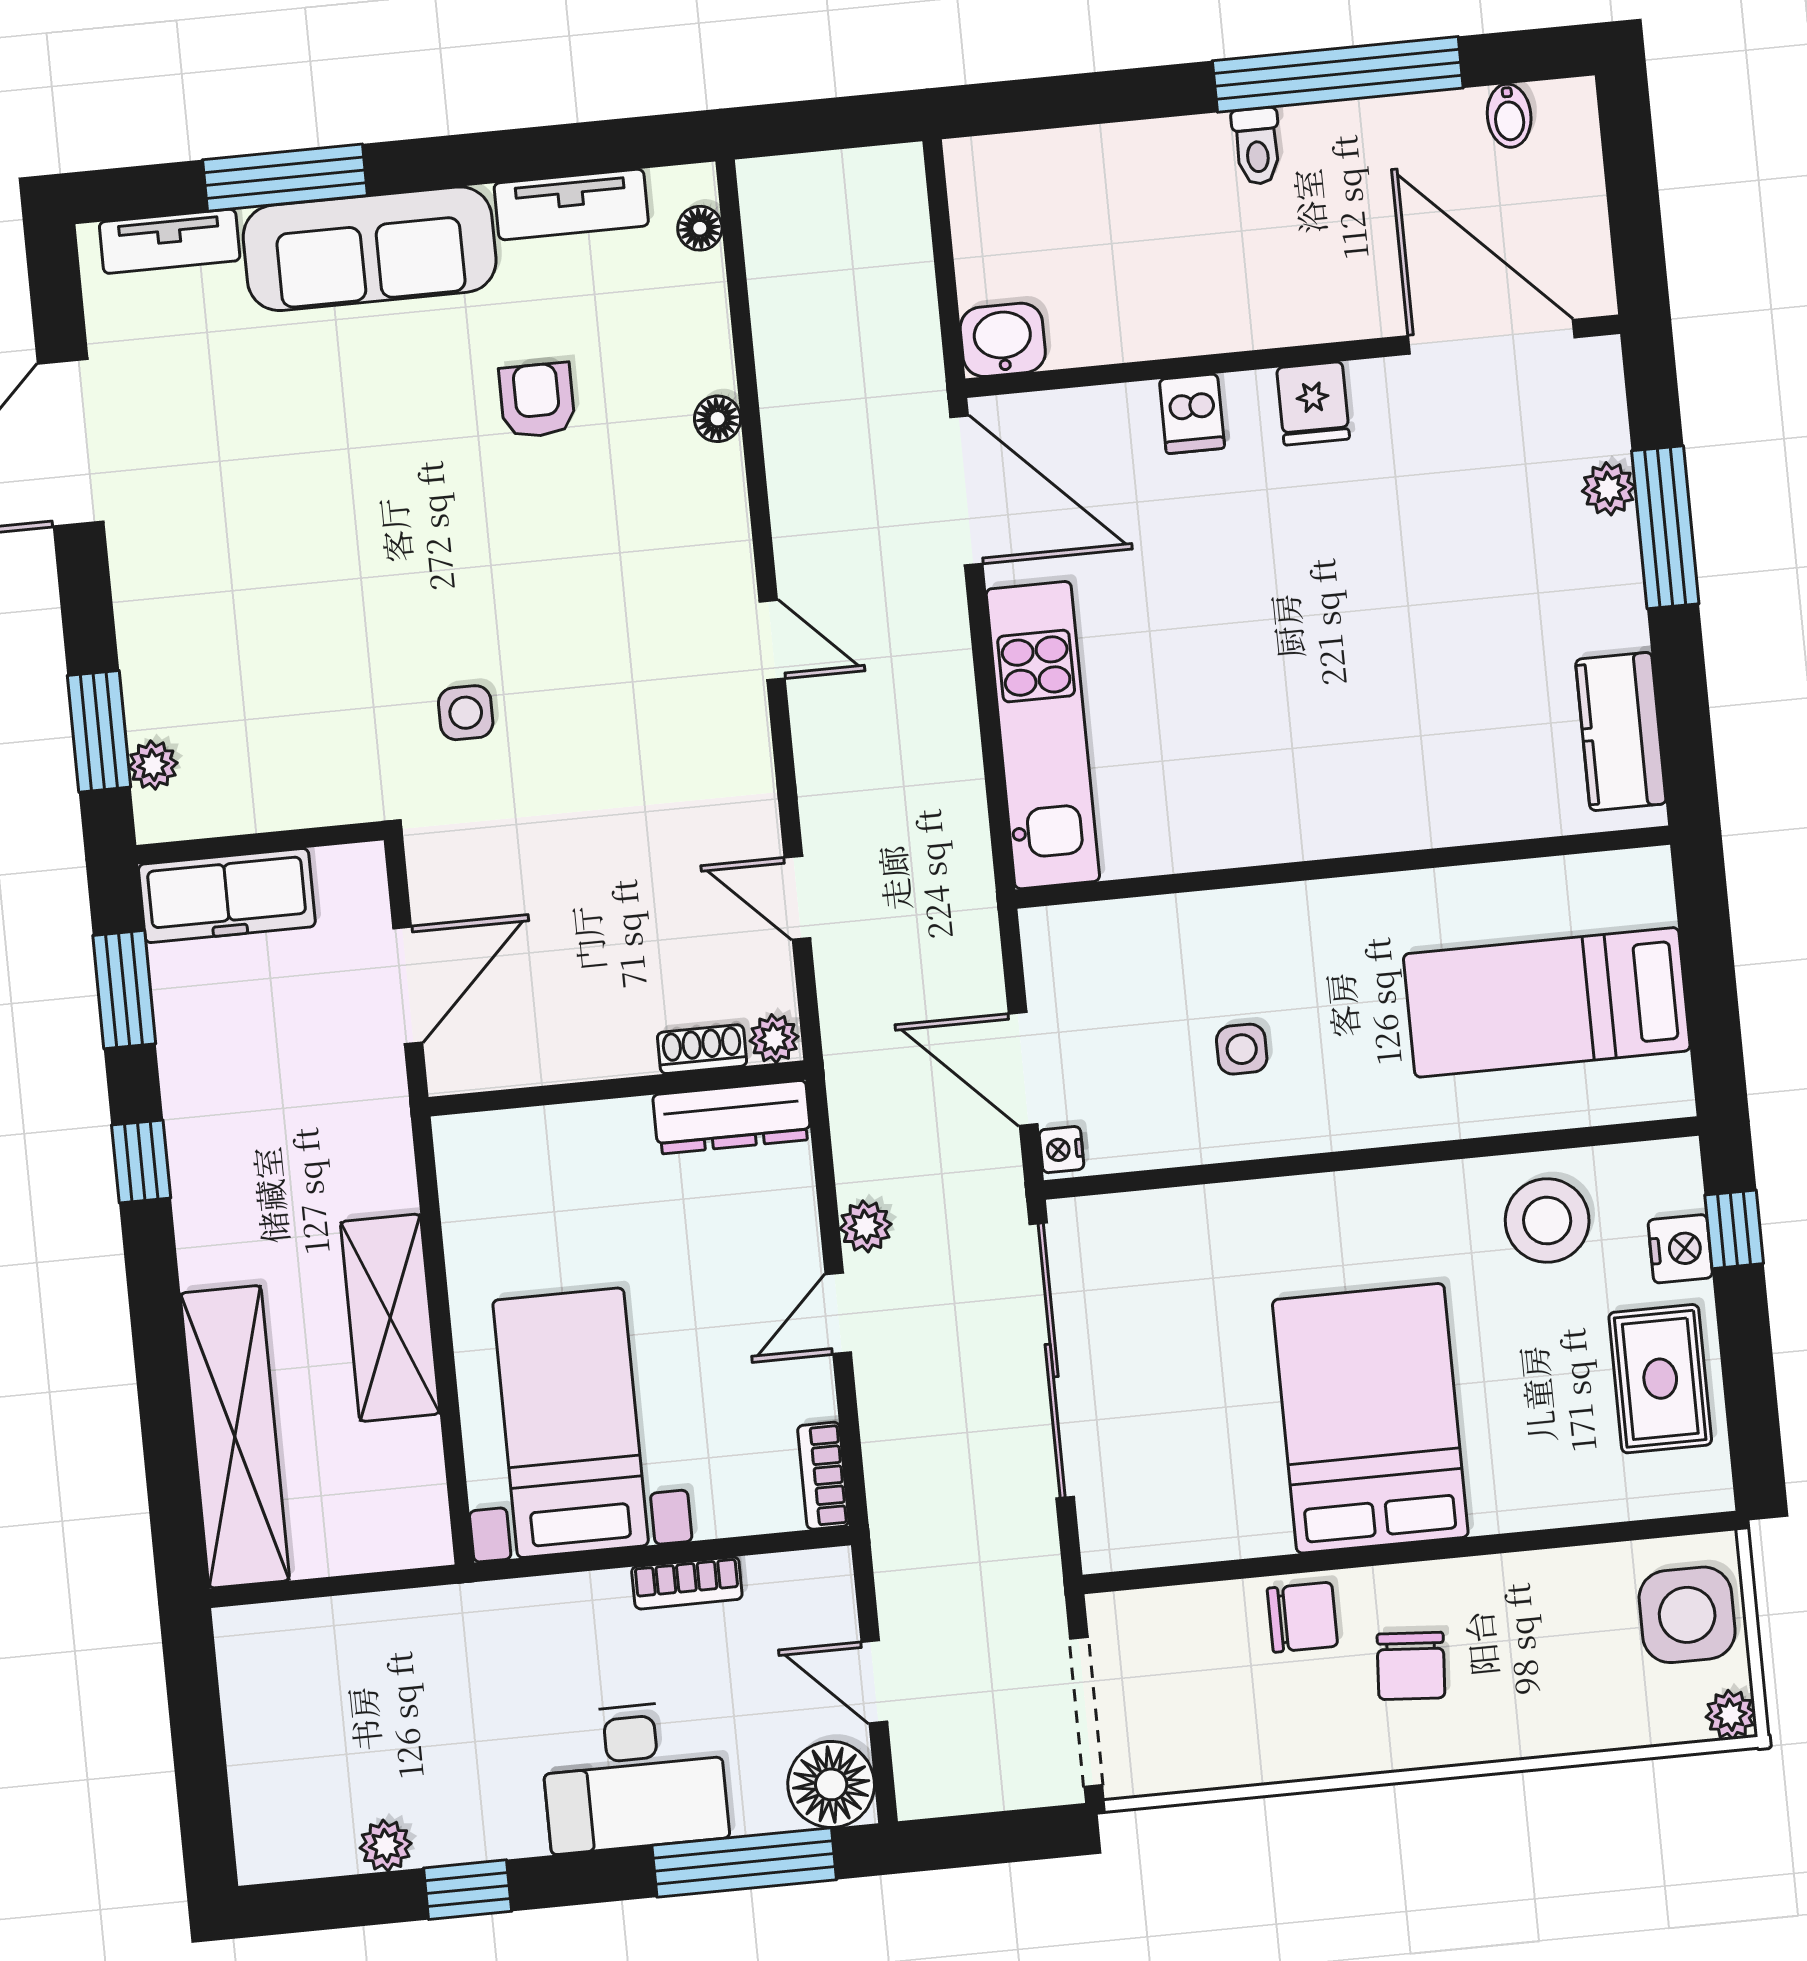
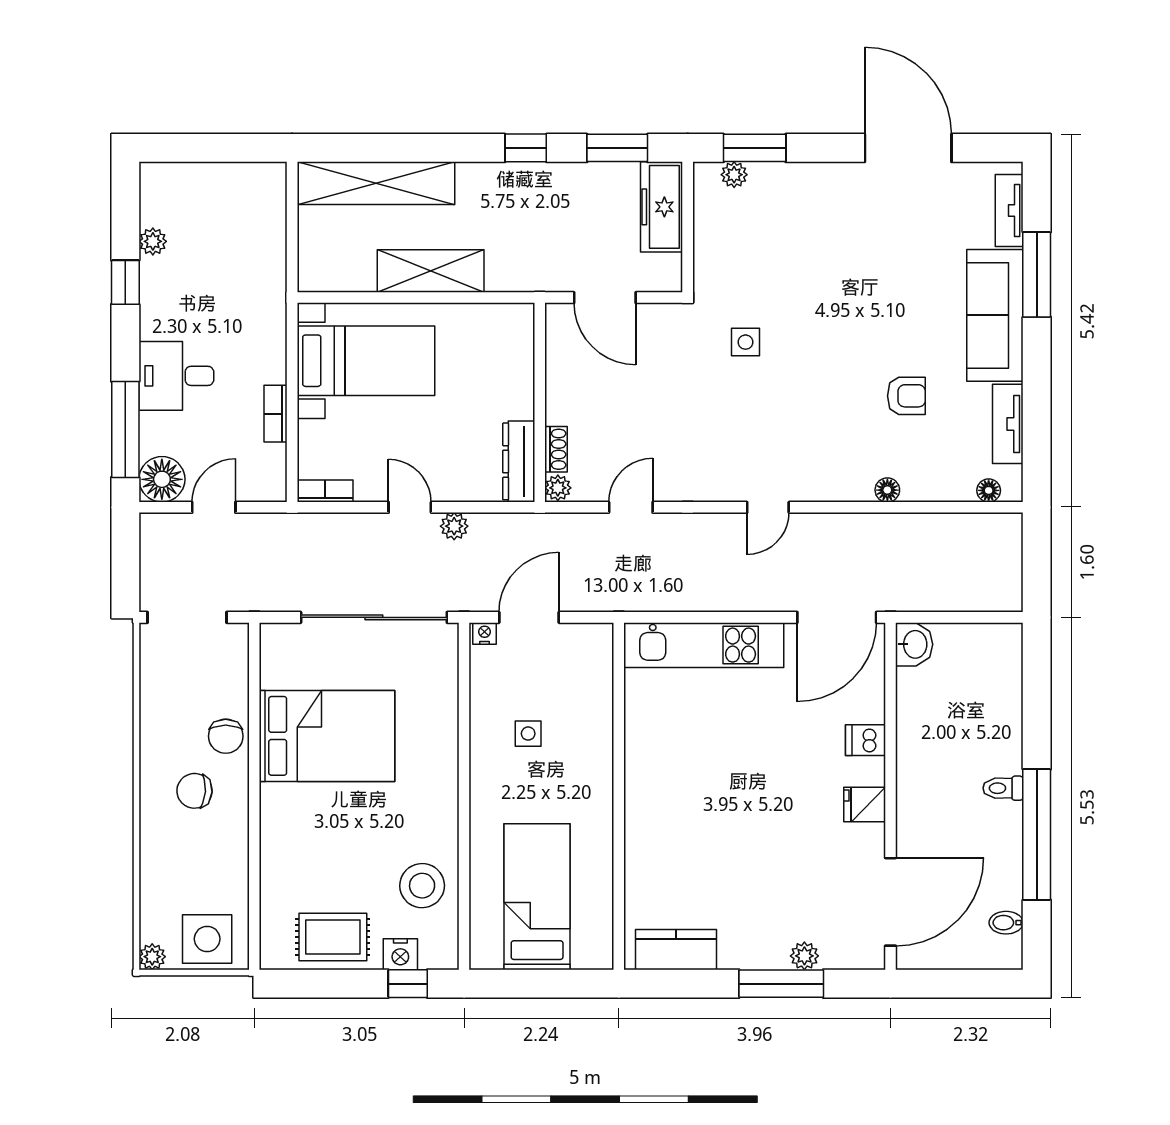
bed: (1370, 1418) -> (327, 736), moved
desk: (634, 1776) -> (176, 376), width x0.73

